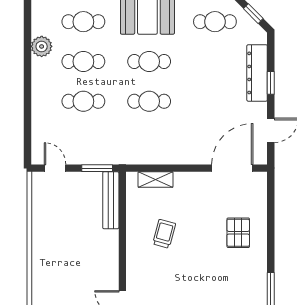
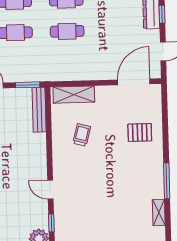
shelving: (155, 180) -> (74, 95), width x1.50, depth x1.33
pallet: (238, 233) -> (140, 132), turned 90

